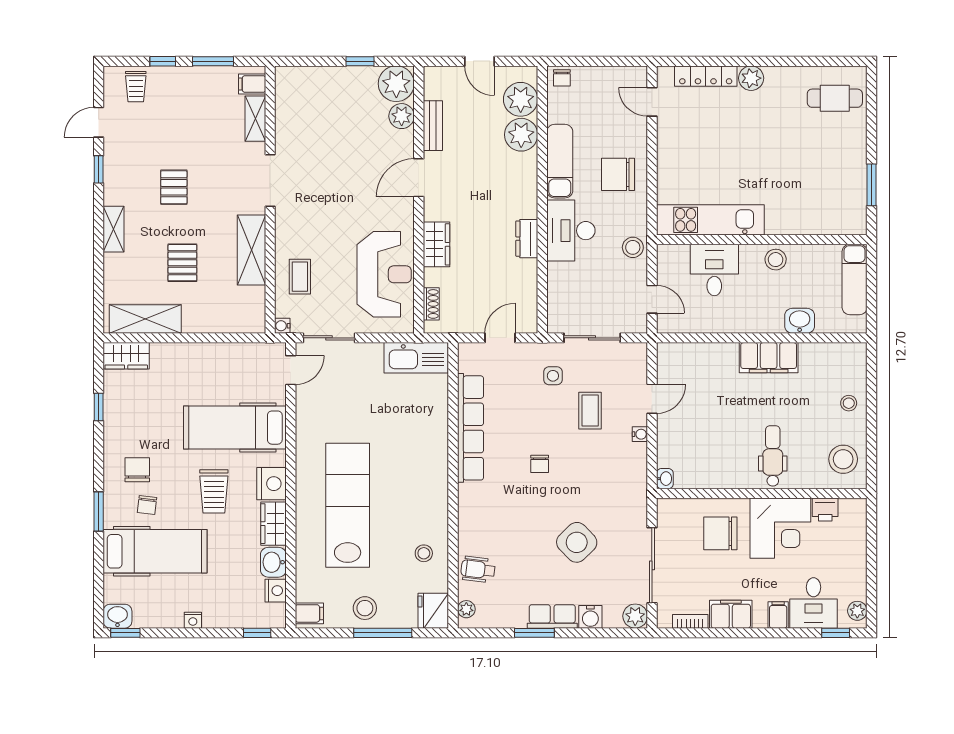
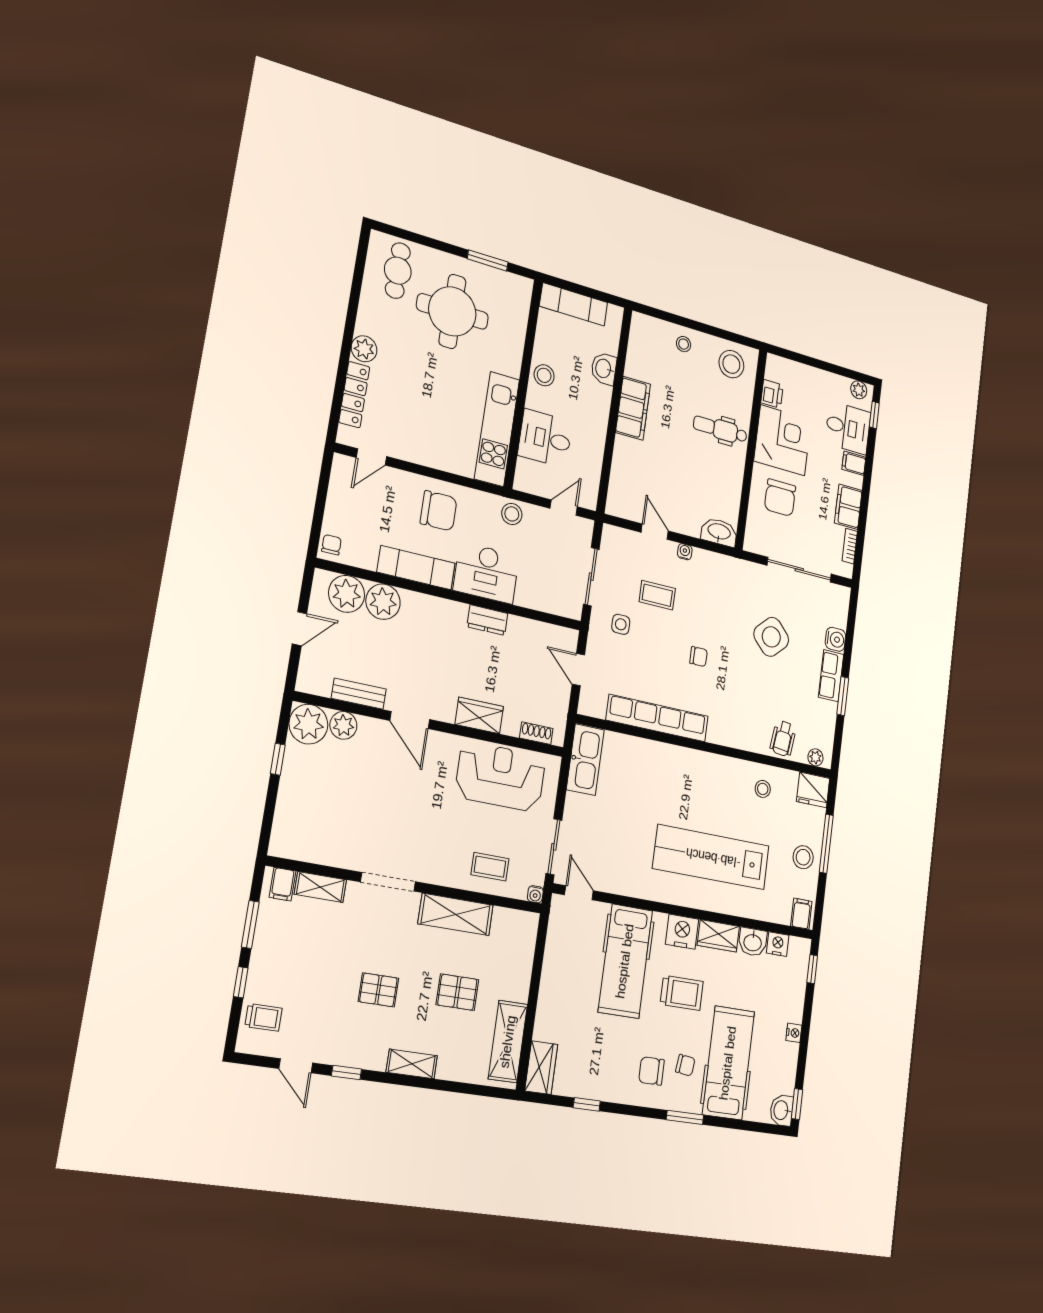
chair: (562, 78) -> (331, 545), turned -90
round table: (811, 158) -> (452, 311), added
chair: (618, 174) -> (439, 511), turned -90
washbasin: (665, 479) -> (719, 532), width x1.91, depth x1.45
plant: (635, 616) -> (840, 597), removed

